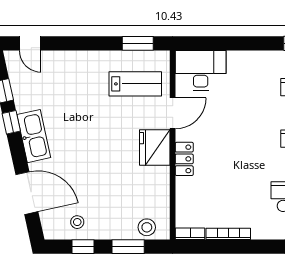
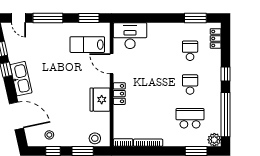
window: (75, 43) -> (48, 18), added
lab bench: (135, 84) -> (87, 45), turned 180
door: (173, 113) -> (112, 64), swing flipped
fridge: (155, 148) -> (100, 100), moved

